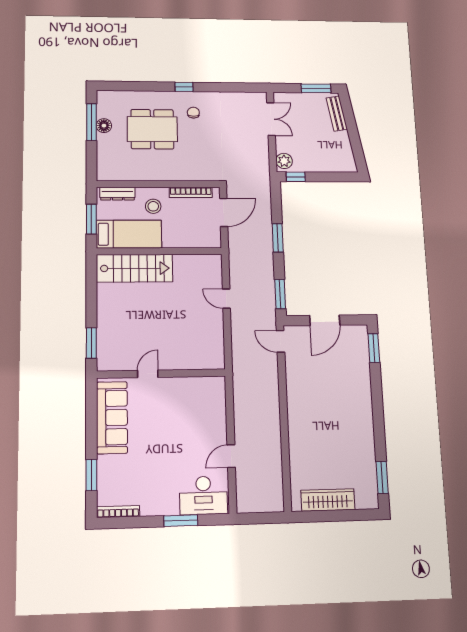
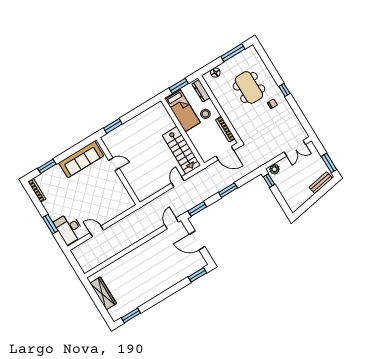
floor lamp: (104, 126) -> (215, 73), moved
stairs: (135, 268) -> (181, 150), moved

